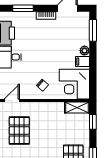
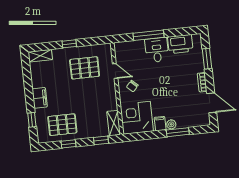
window: (93, 30) -> (178, 132), moved
door: (12, 101) -> (115, 71), moved

